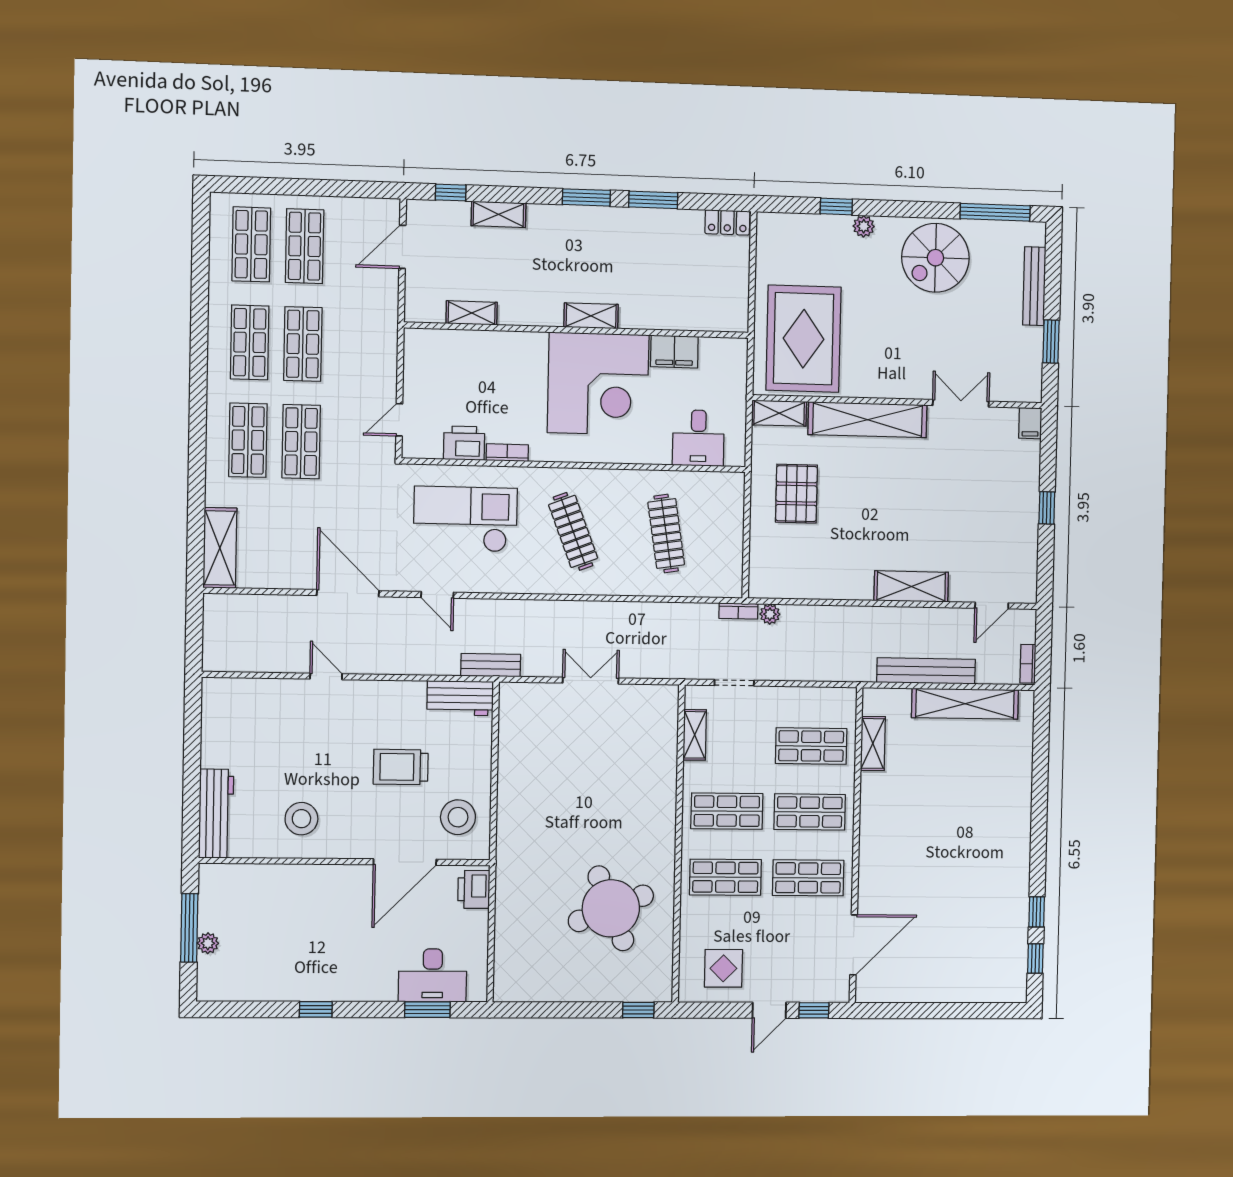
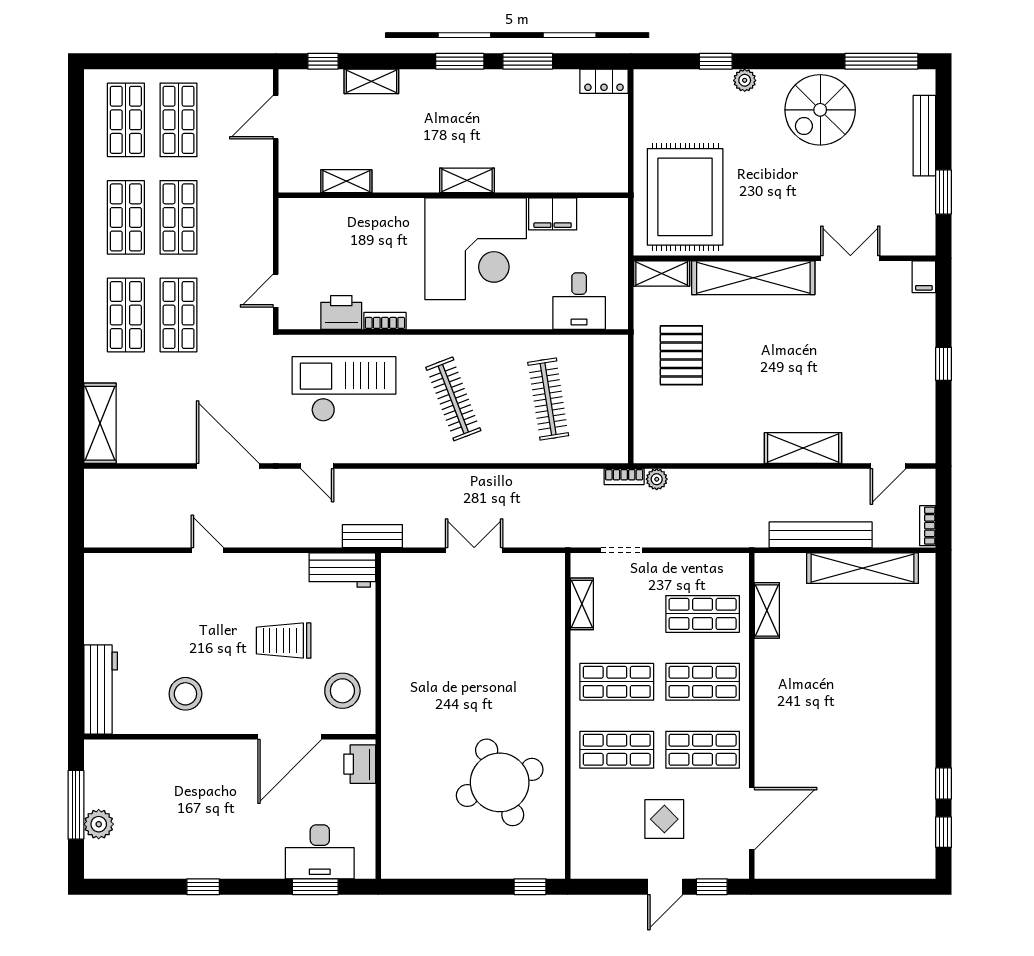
plant: (208, 943) -> (99, 824), width x1.38, depth x1.38
display table: (723, 968) -> (664, 819), moved

